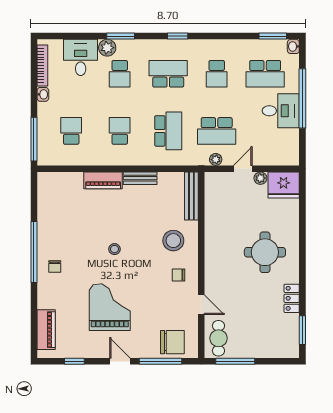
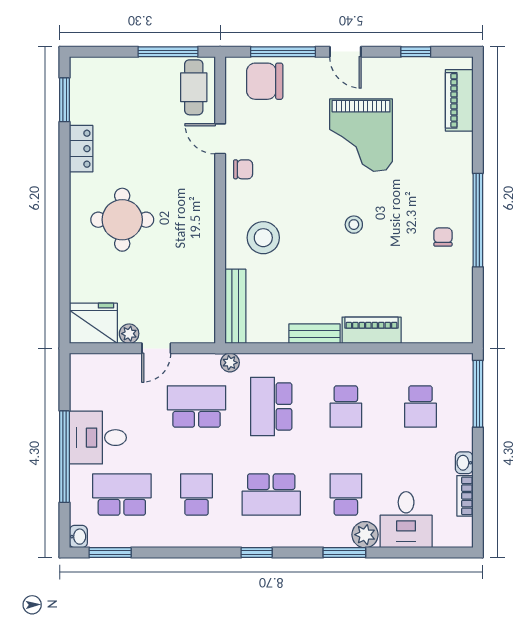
bookcase: (42, 66) -> (465, 496), width x0.64
plant: (216, 159) -> (230, 363), moved
chair: (55, 266) -> (443, 237), moved
chair: (179, 275) -> (243, 169), moved

